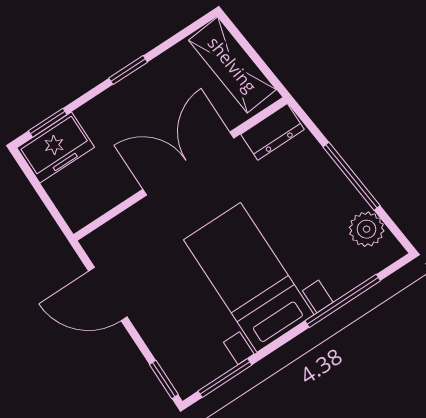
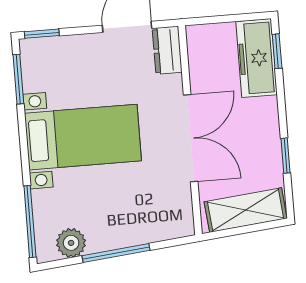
window: (128, 70) -> (285, 156), moved
dresser: (272, 132) -> (167, 50), moved
freezer: (56, 147) -> (257, 58), width x1.40
window: (343, 301) -> (30, 222), moved

